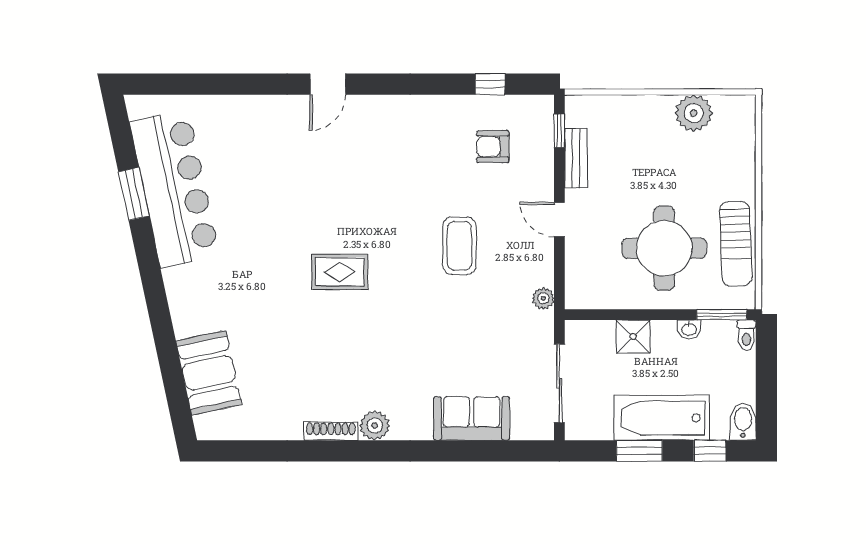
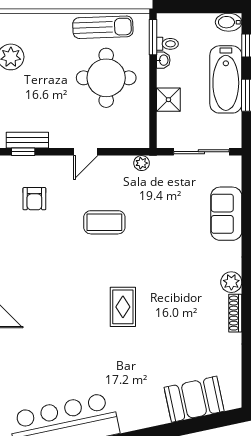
bench: (576, 158) -> (27, 140), moved
toilet: (746, 335) -> (167, 44), moved

